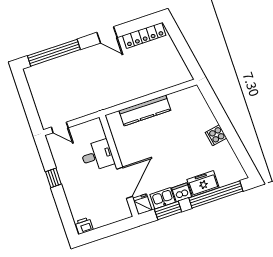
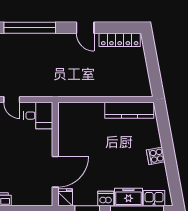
kitchen counter: (145, 110) -> (129, 110), moved
desk: (97, 155) -> (38, 116), moved
kitchen sink: (163, 198) -> (154, 198), moved

